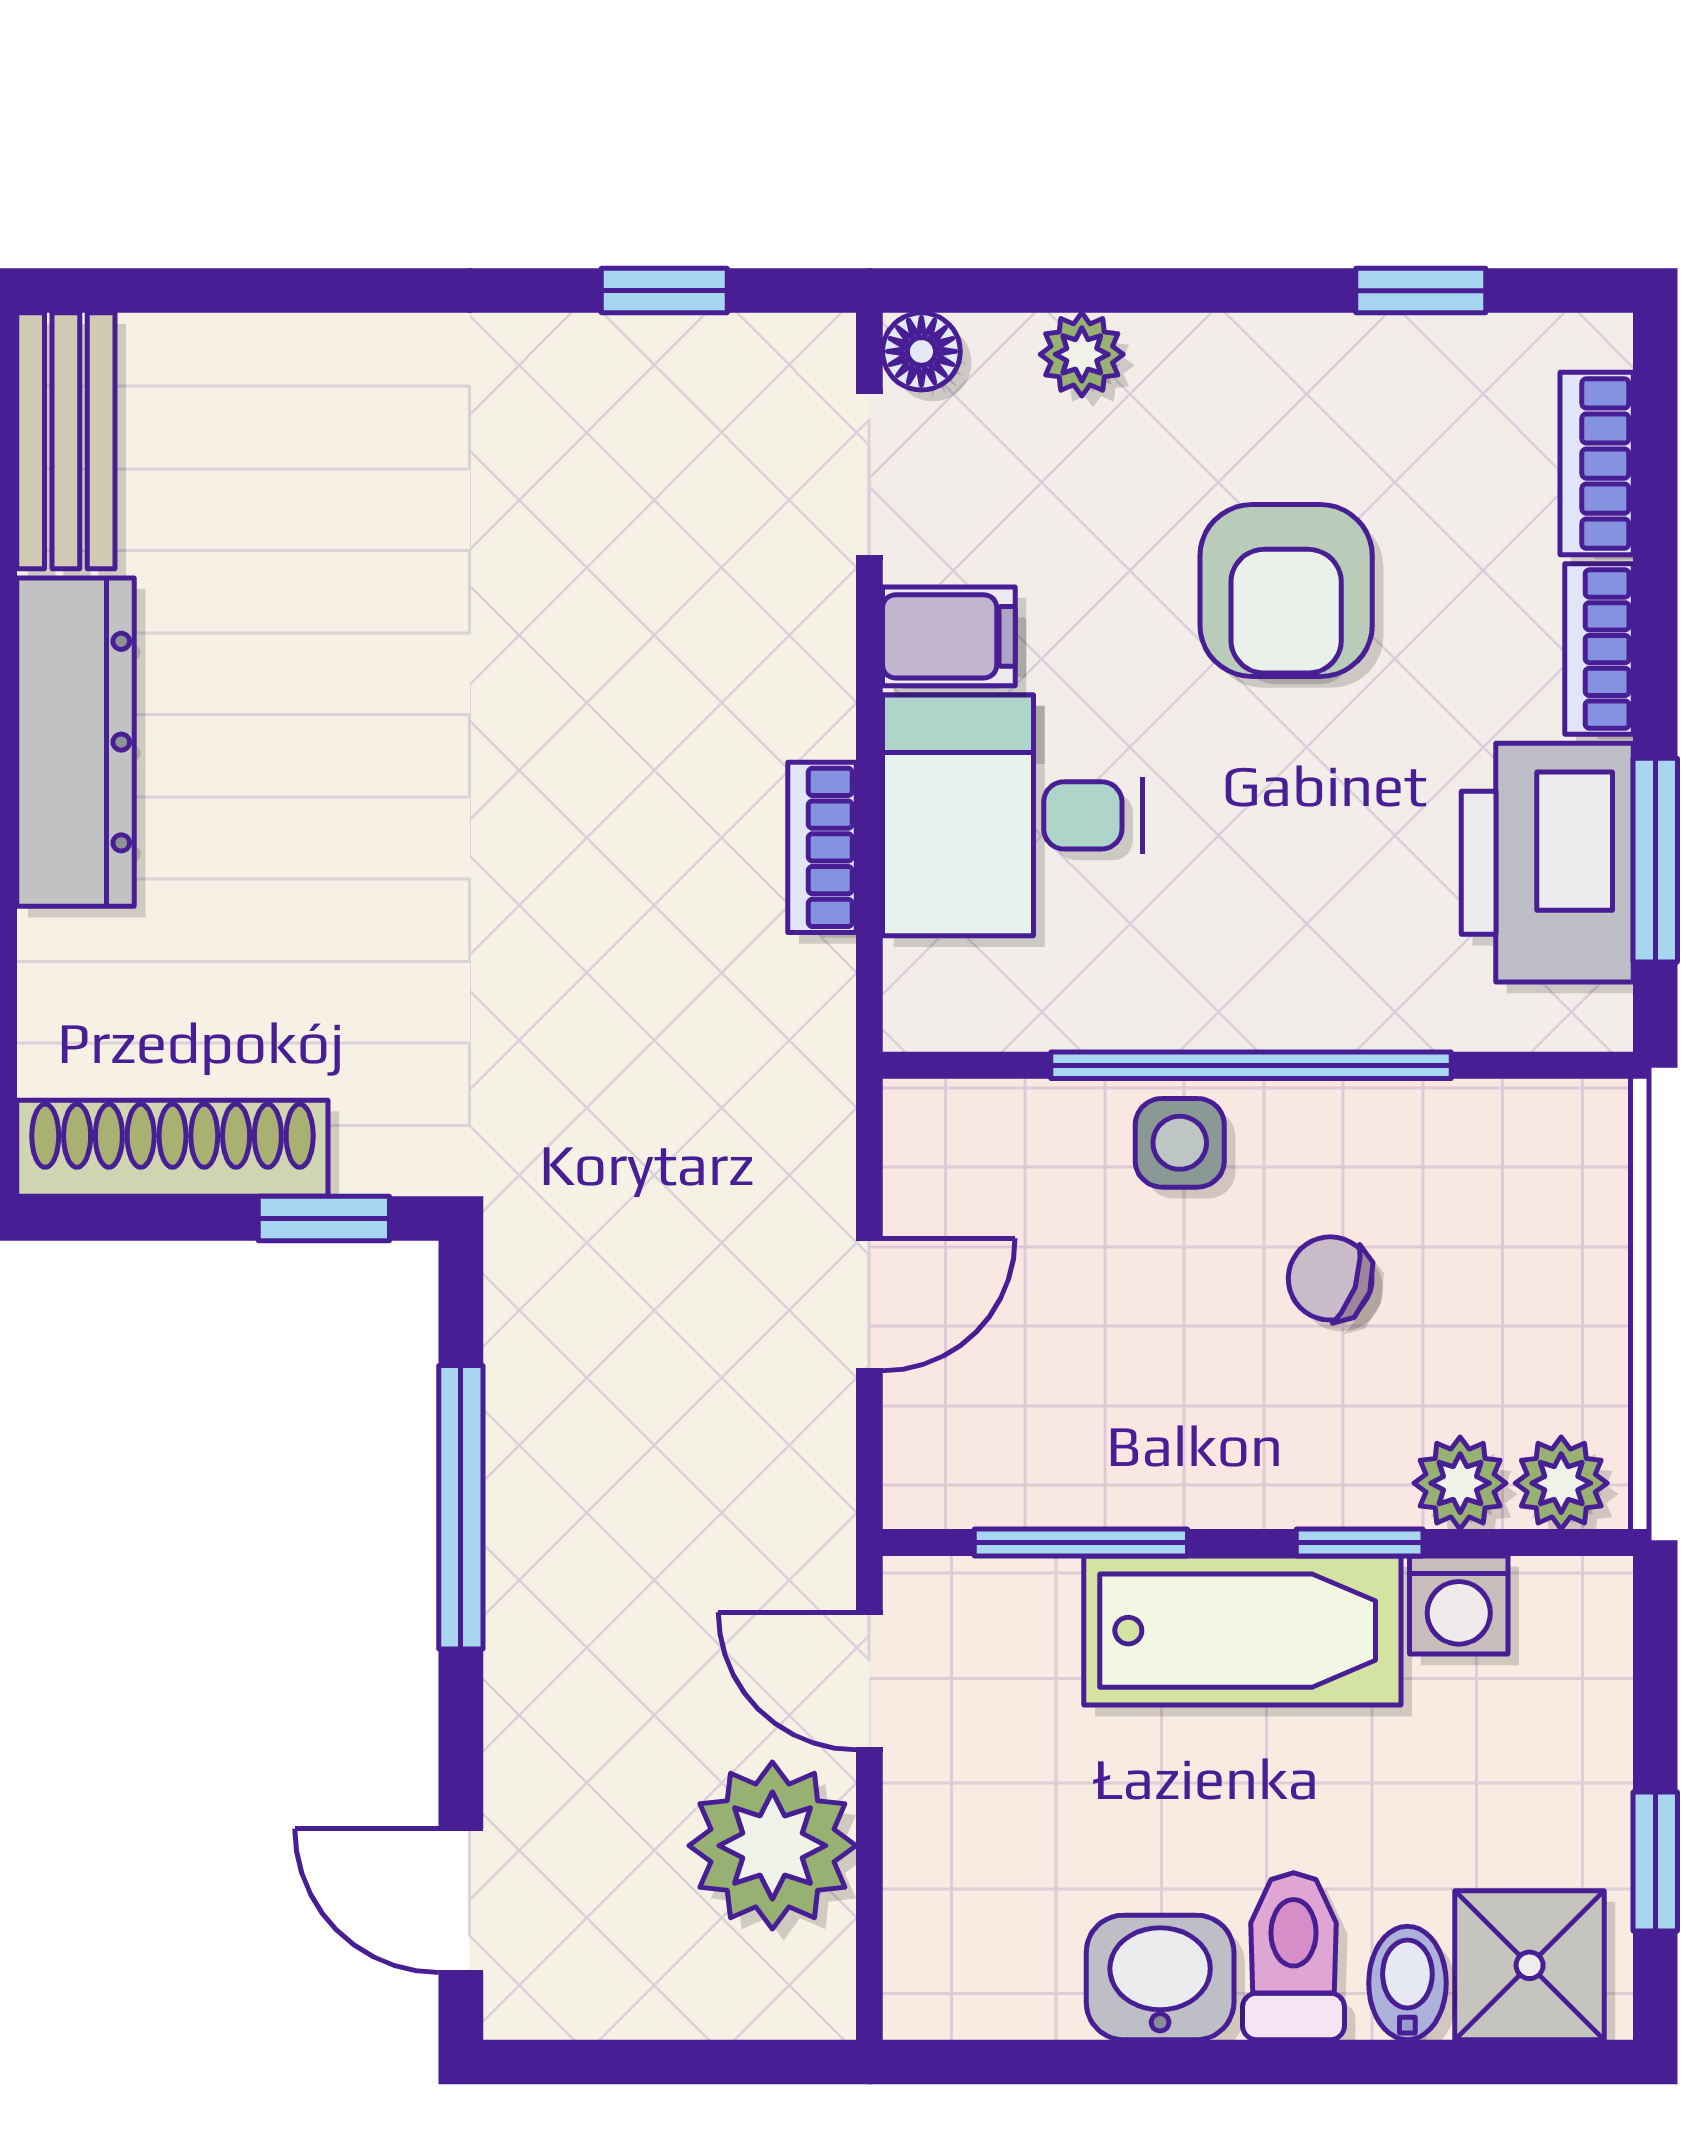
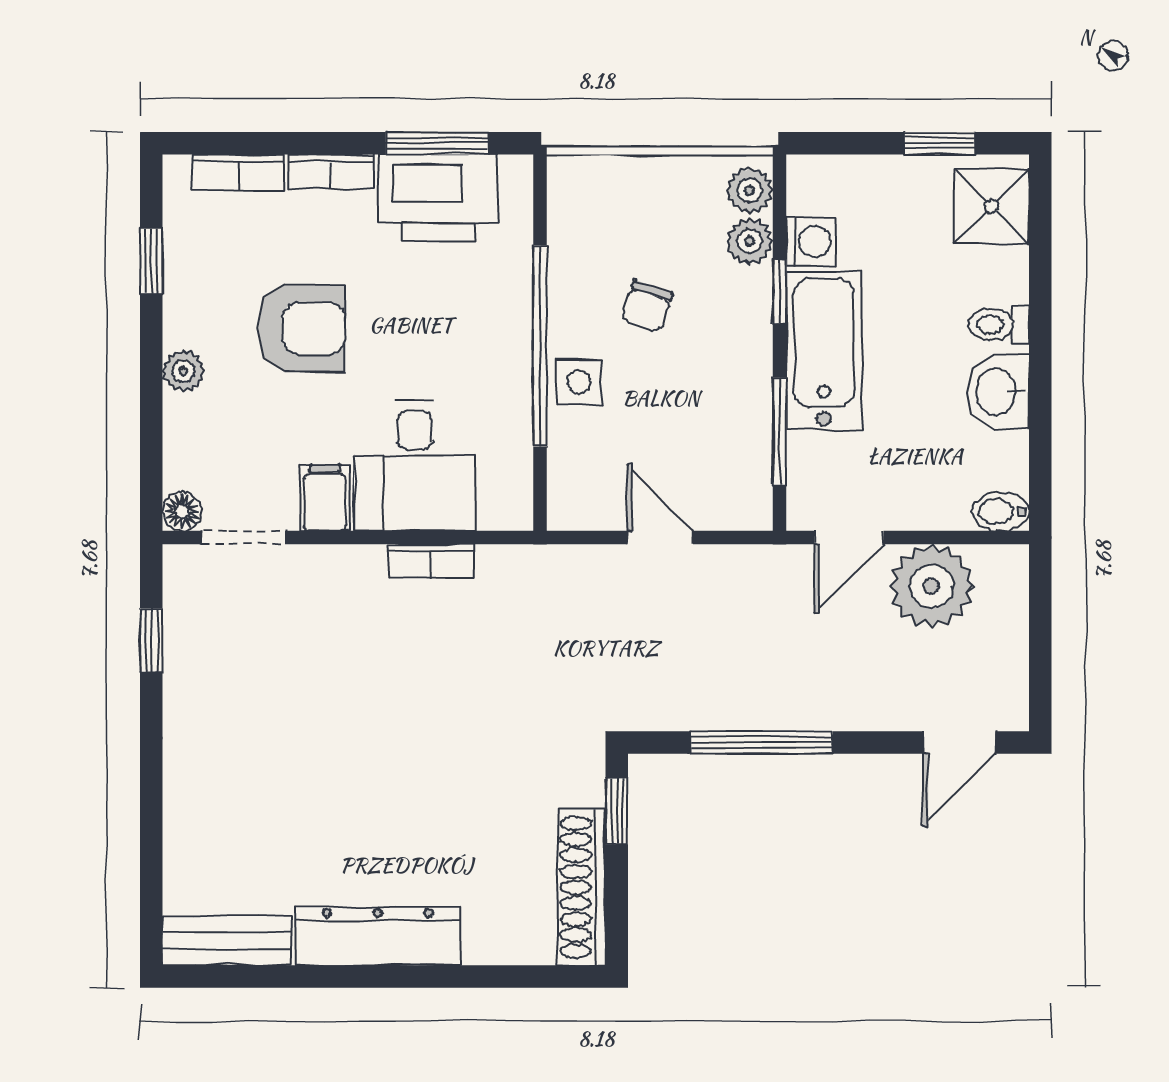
plant: (1082, 354) -> (183, 371), moved
toilet: (1294, 1956) -> (999, 325), width x0.73, depth x0.72
bidet: (1407, 1983) -> (1001, 511), moved

